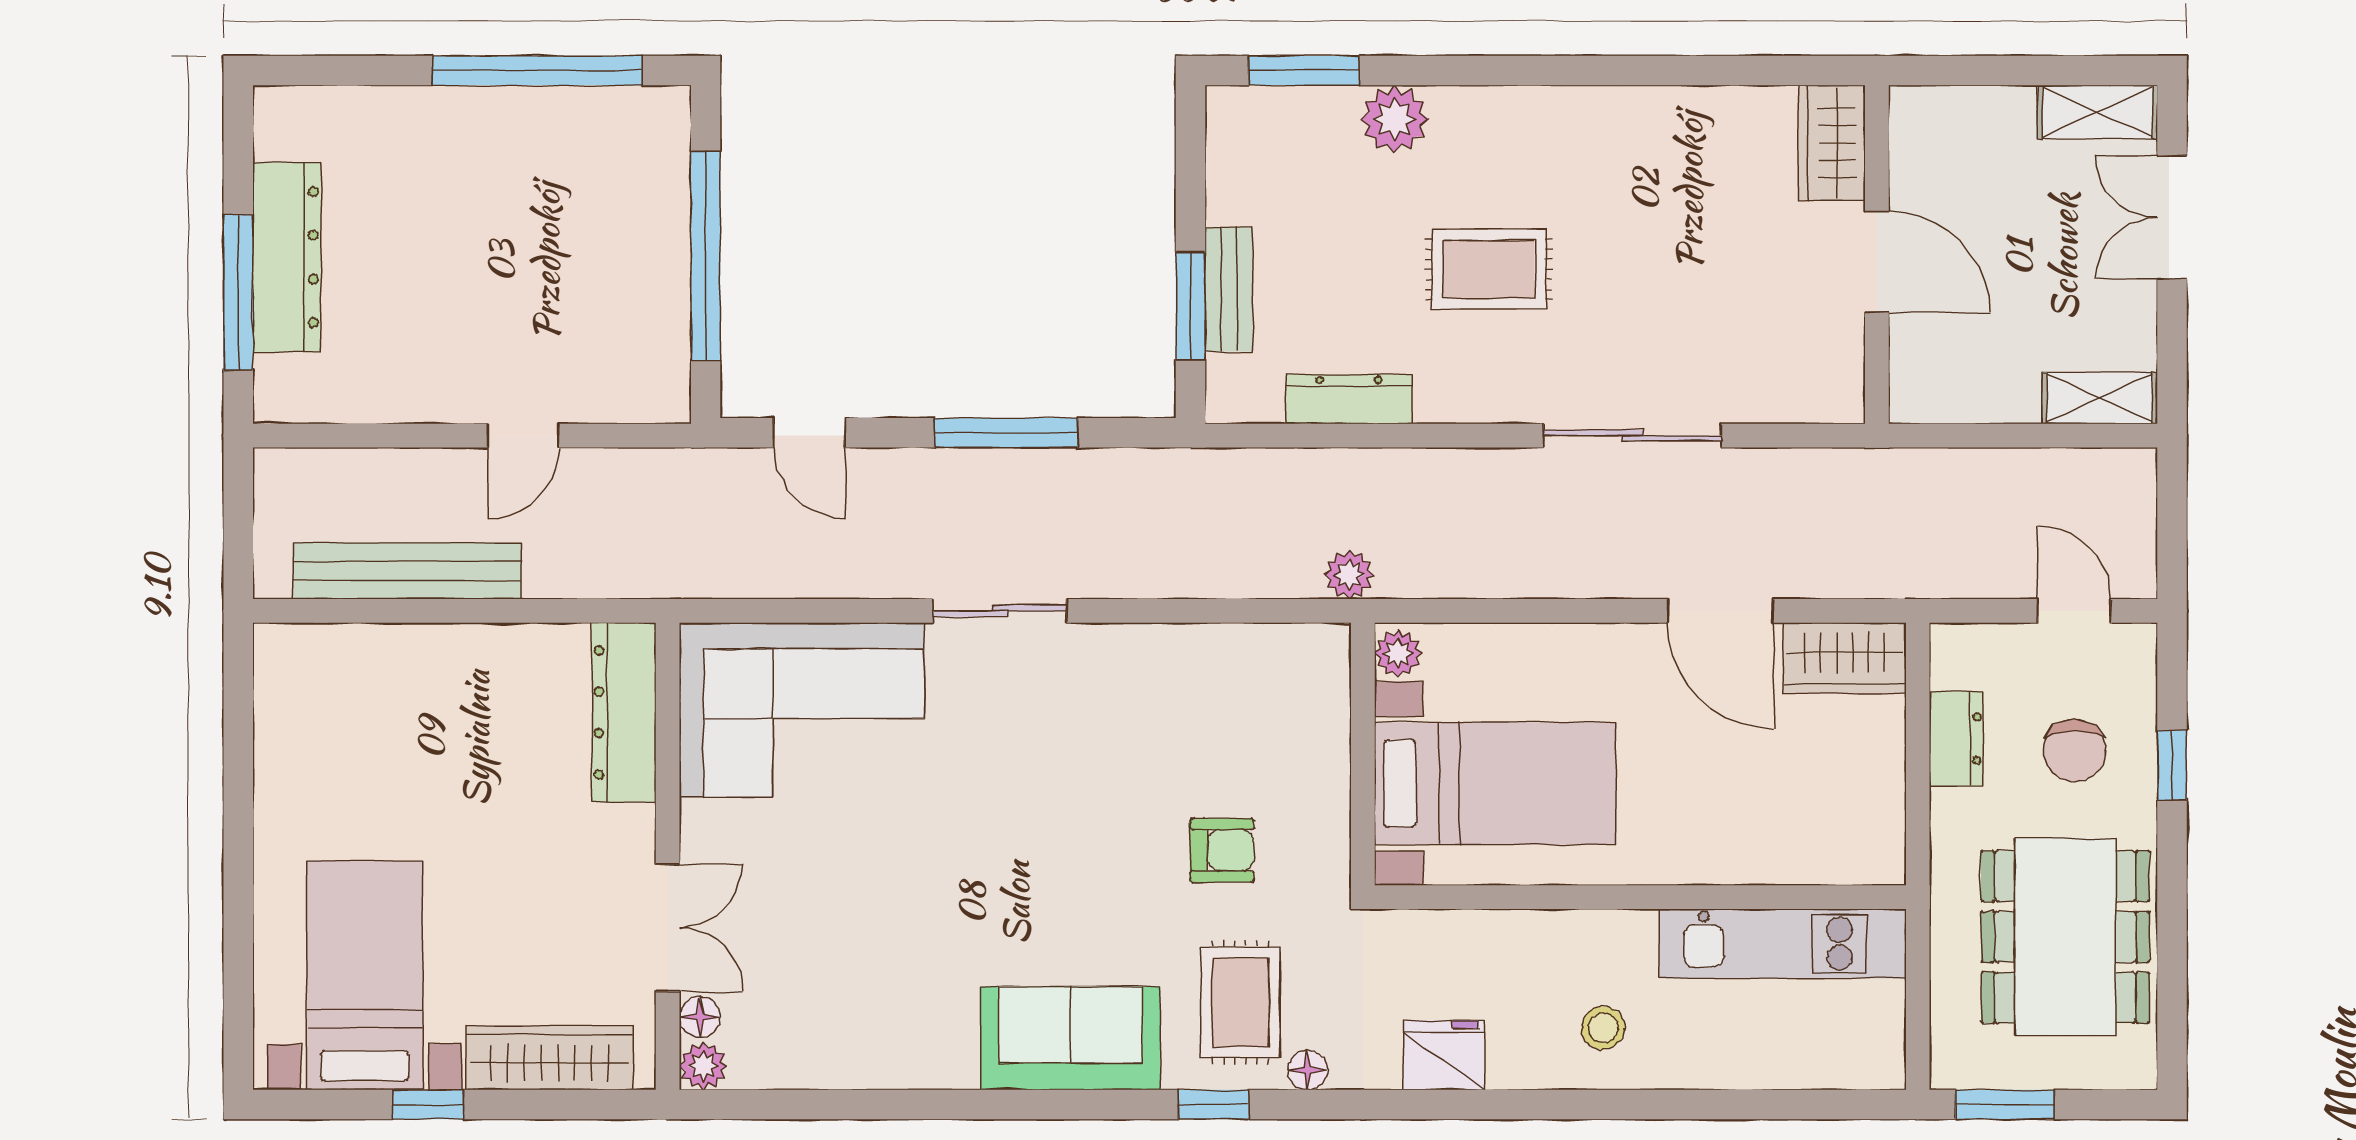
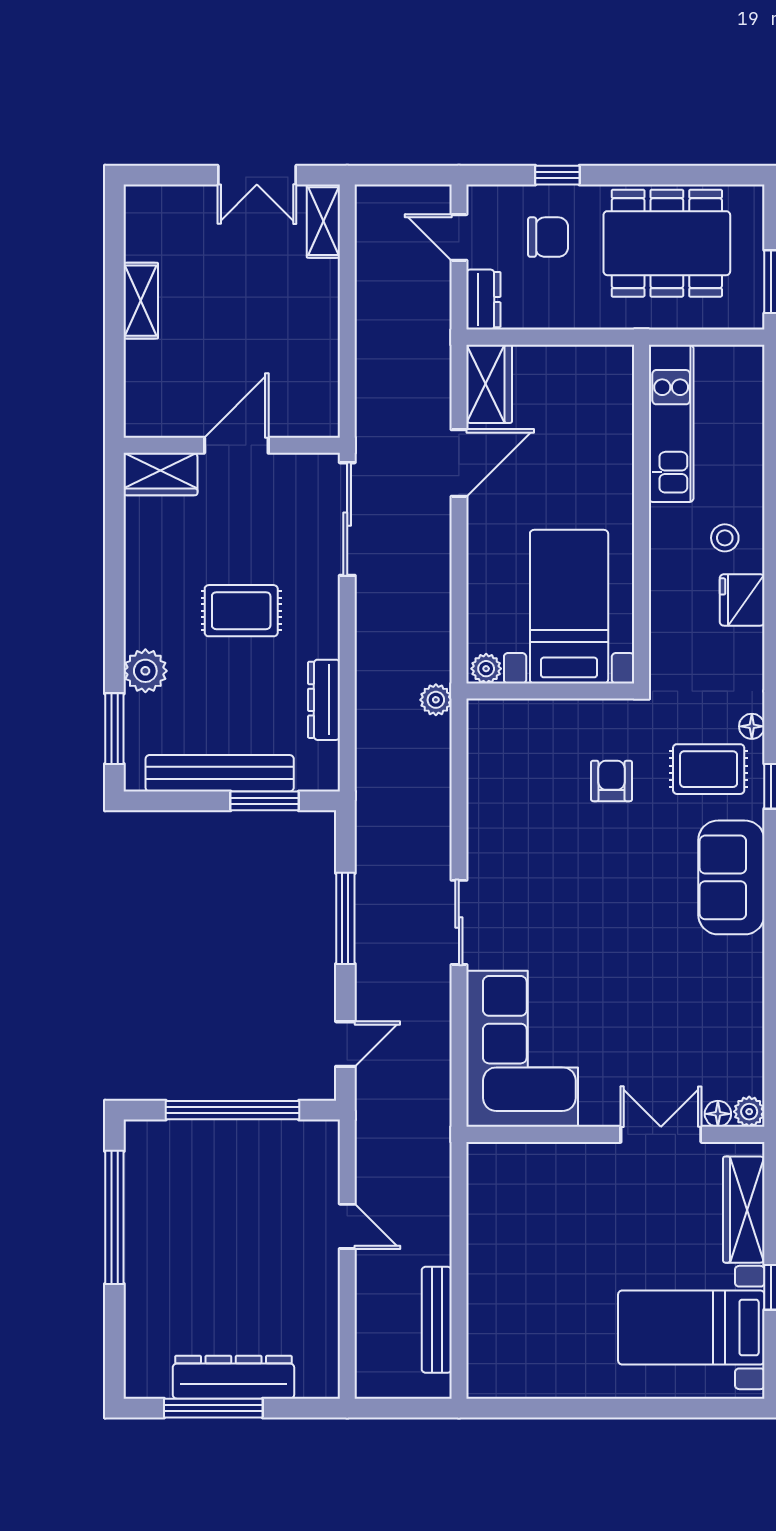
shelving: (2098, 112) -> (141, 301), moved
wardrobe: (1832, 143) -> (161, 474), moved
double door: (2172, 217) -> (257, 175), moved
wall: (1877, 255) -> (232, 445), moved
door: (1877, 262) -> (236, 445), moved
rug: (1489, 269) -> (241, 611), turned 90
bench: (1229, 289) -> (220, 773), width x1.86, depth x1.21
window: (238, 293) -> (213, 1408), moved
bench: (407, 571) -> (437, 1320), width x0.73, depth x0.82
door: (2074, 611) -> (459, 237), hinge flipped
dresser: (624, 712) -> (524, 1162), removed
dresser: (1956, 739) -> (483, 300), moved, turned 90
fridge: (1444, 1055) -> (742, 600), moved

